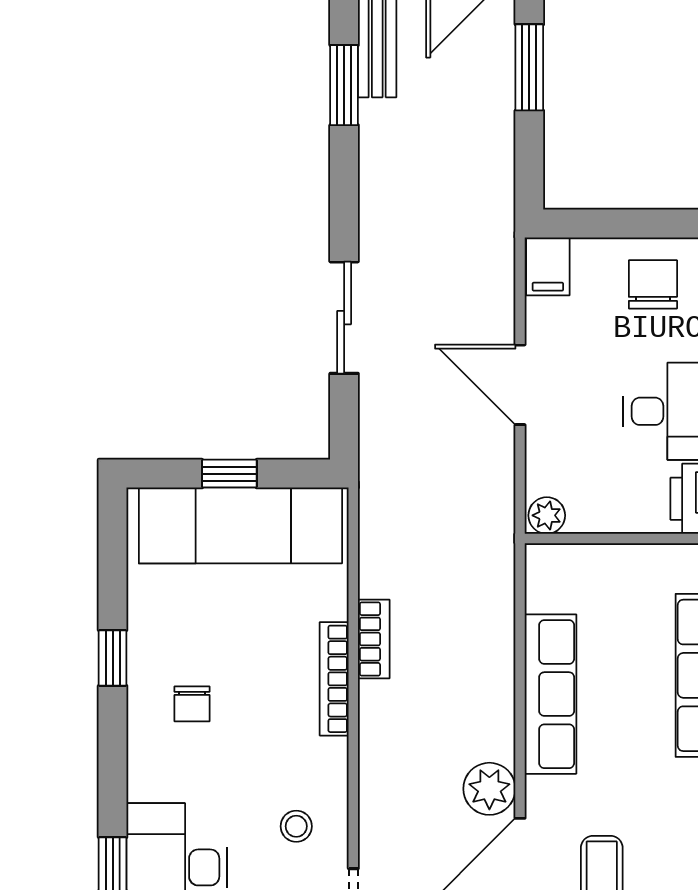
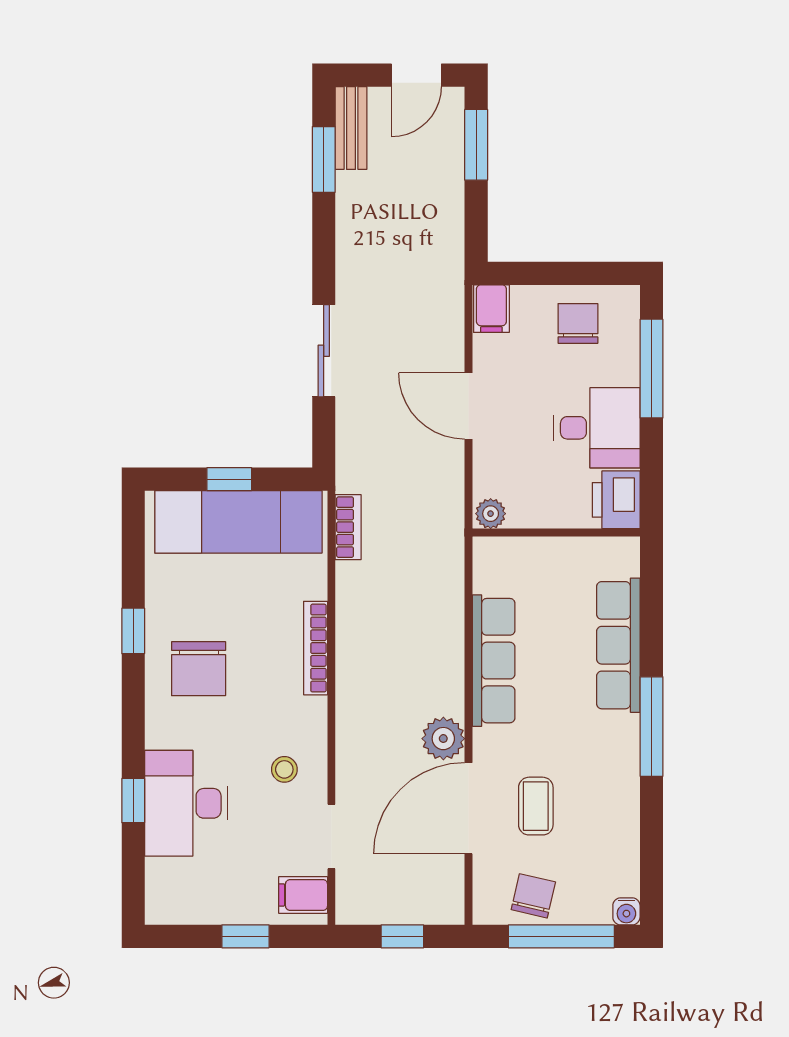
bookcase: (374, 639) -> (348, 527), moved
chair: (192, 704) -> (199, 669), width x1.87, depth x1.87

